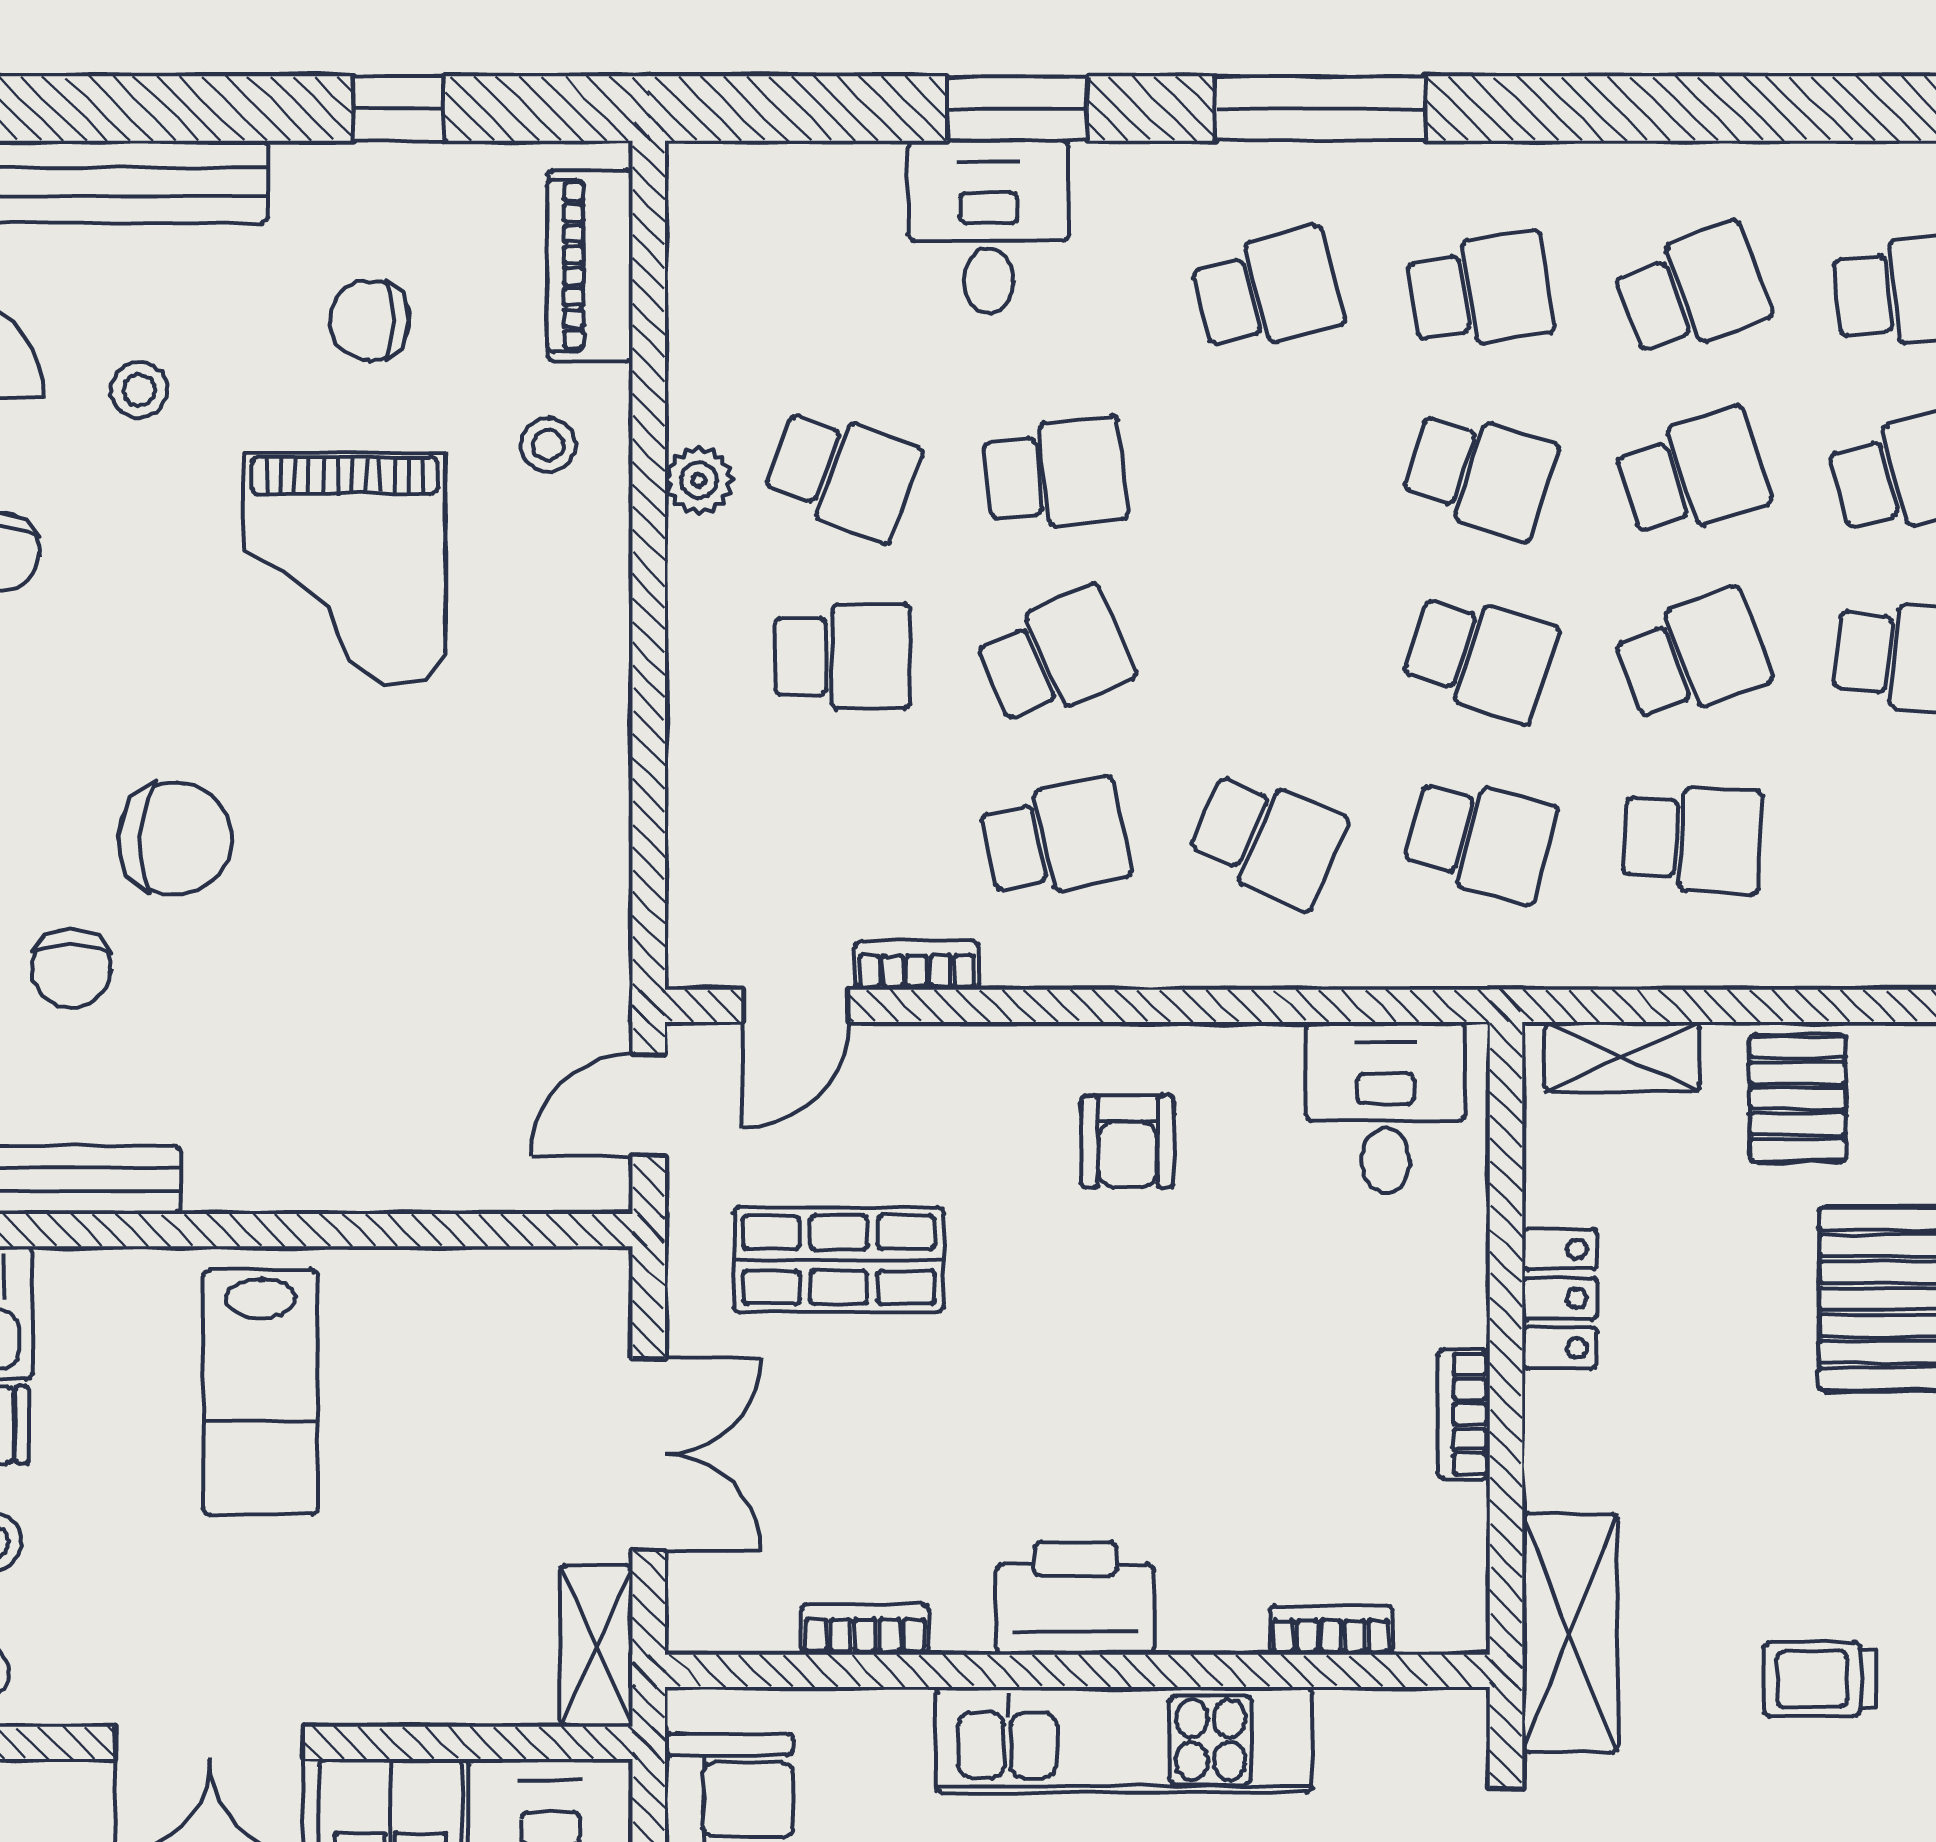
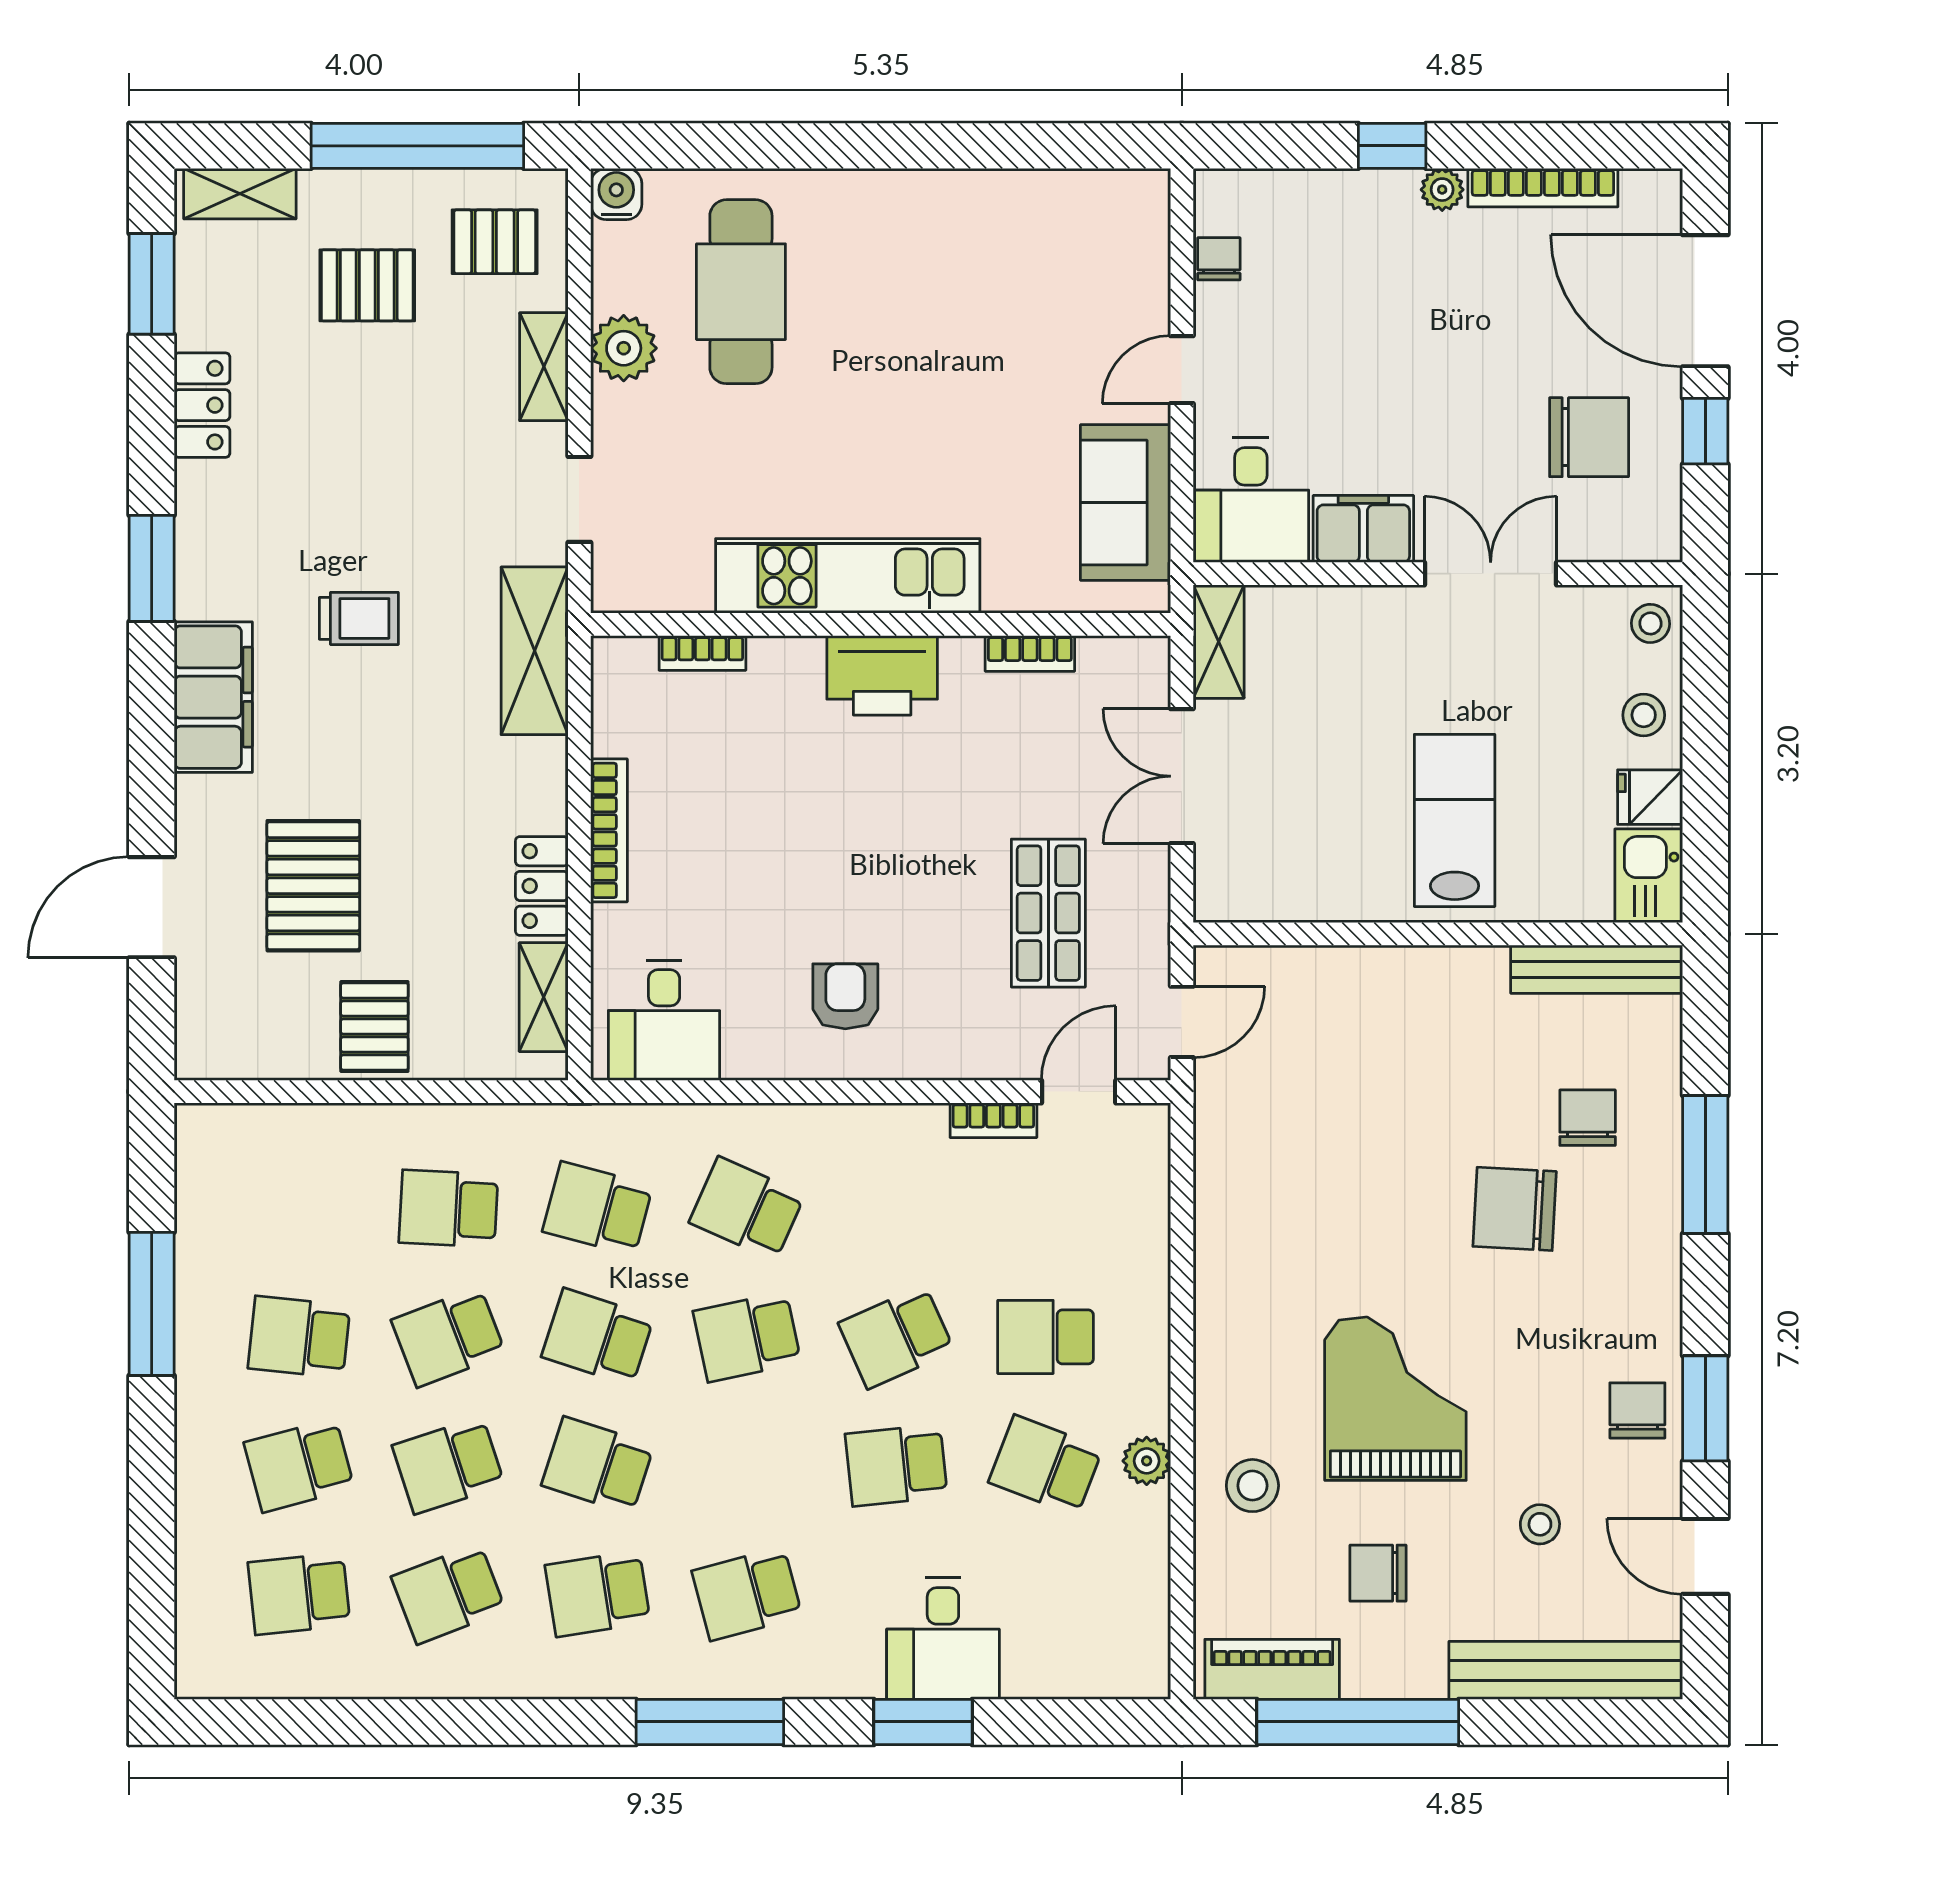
window: (398, 109) -> (1358, 1722), width x3.17
piano: (590, 266) -> (1272, 1669), moved, turned -90
chair: (369, 320) -> (1378, 1573), turned 180
stool: (548, 445) -> (1252, 1486), width x1.37, depth x1.37
school desk: (1055, 839) -> (747, 1337), moved
shelving: (1622, 1057) -> (544, 997), moved, turned 90
shop shelf: (839, 1260) -> (1048, 913), turned 90
bookcase: (1464, 1414) -> (609, 830), width x1.56

